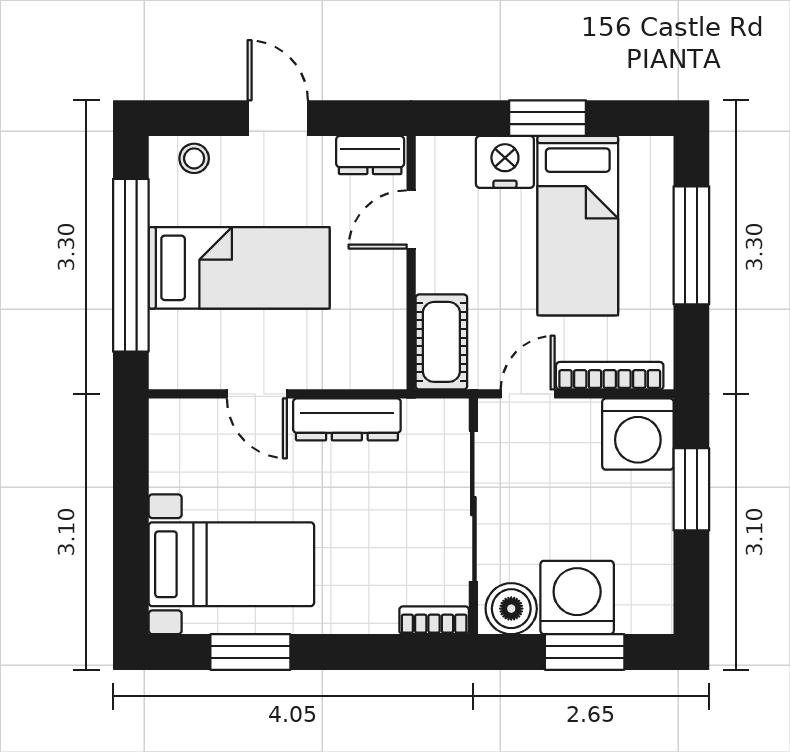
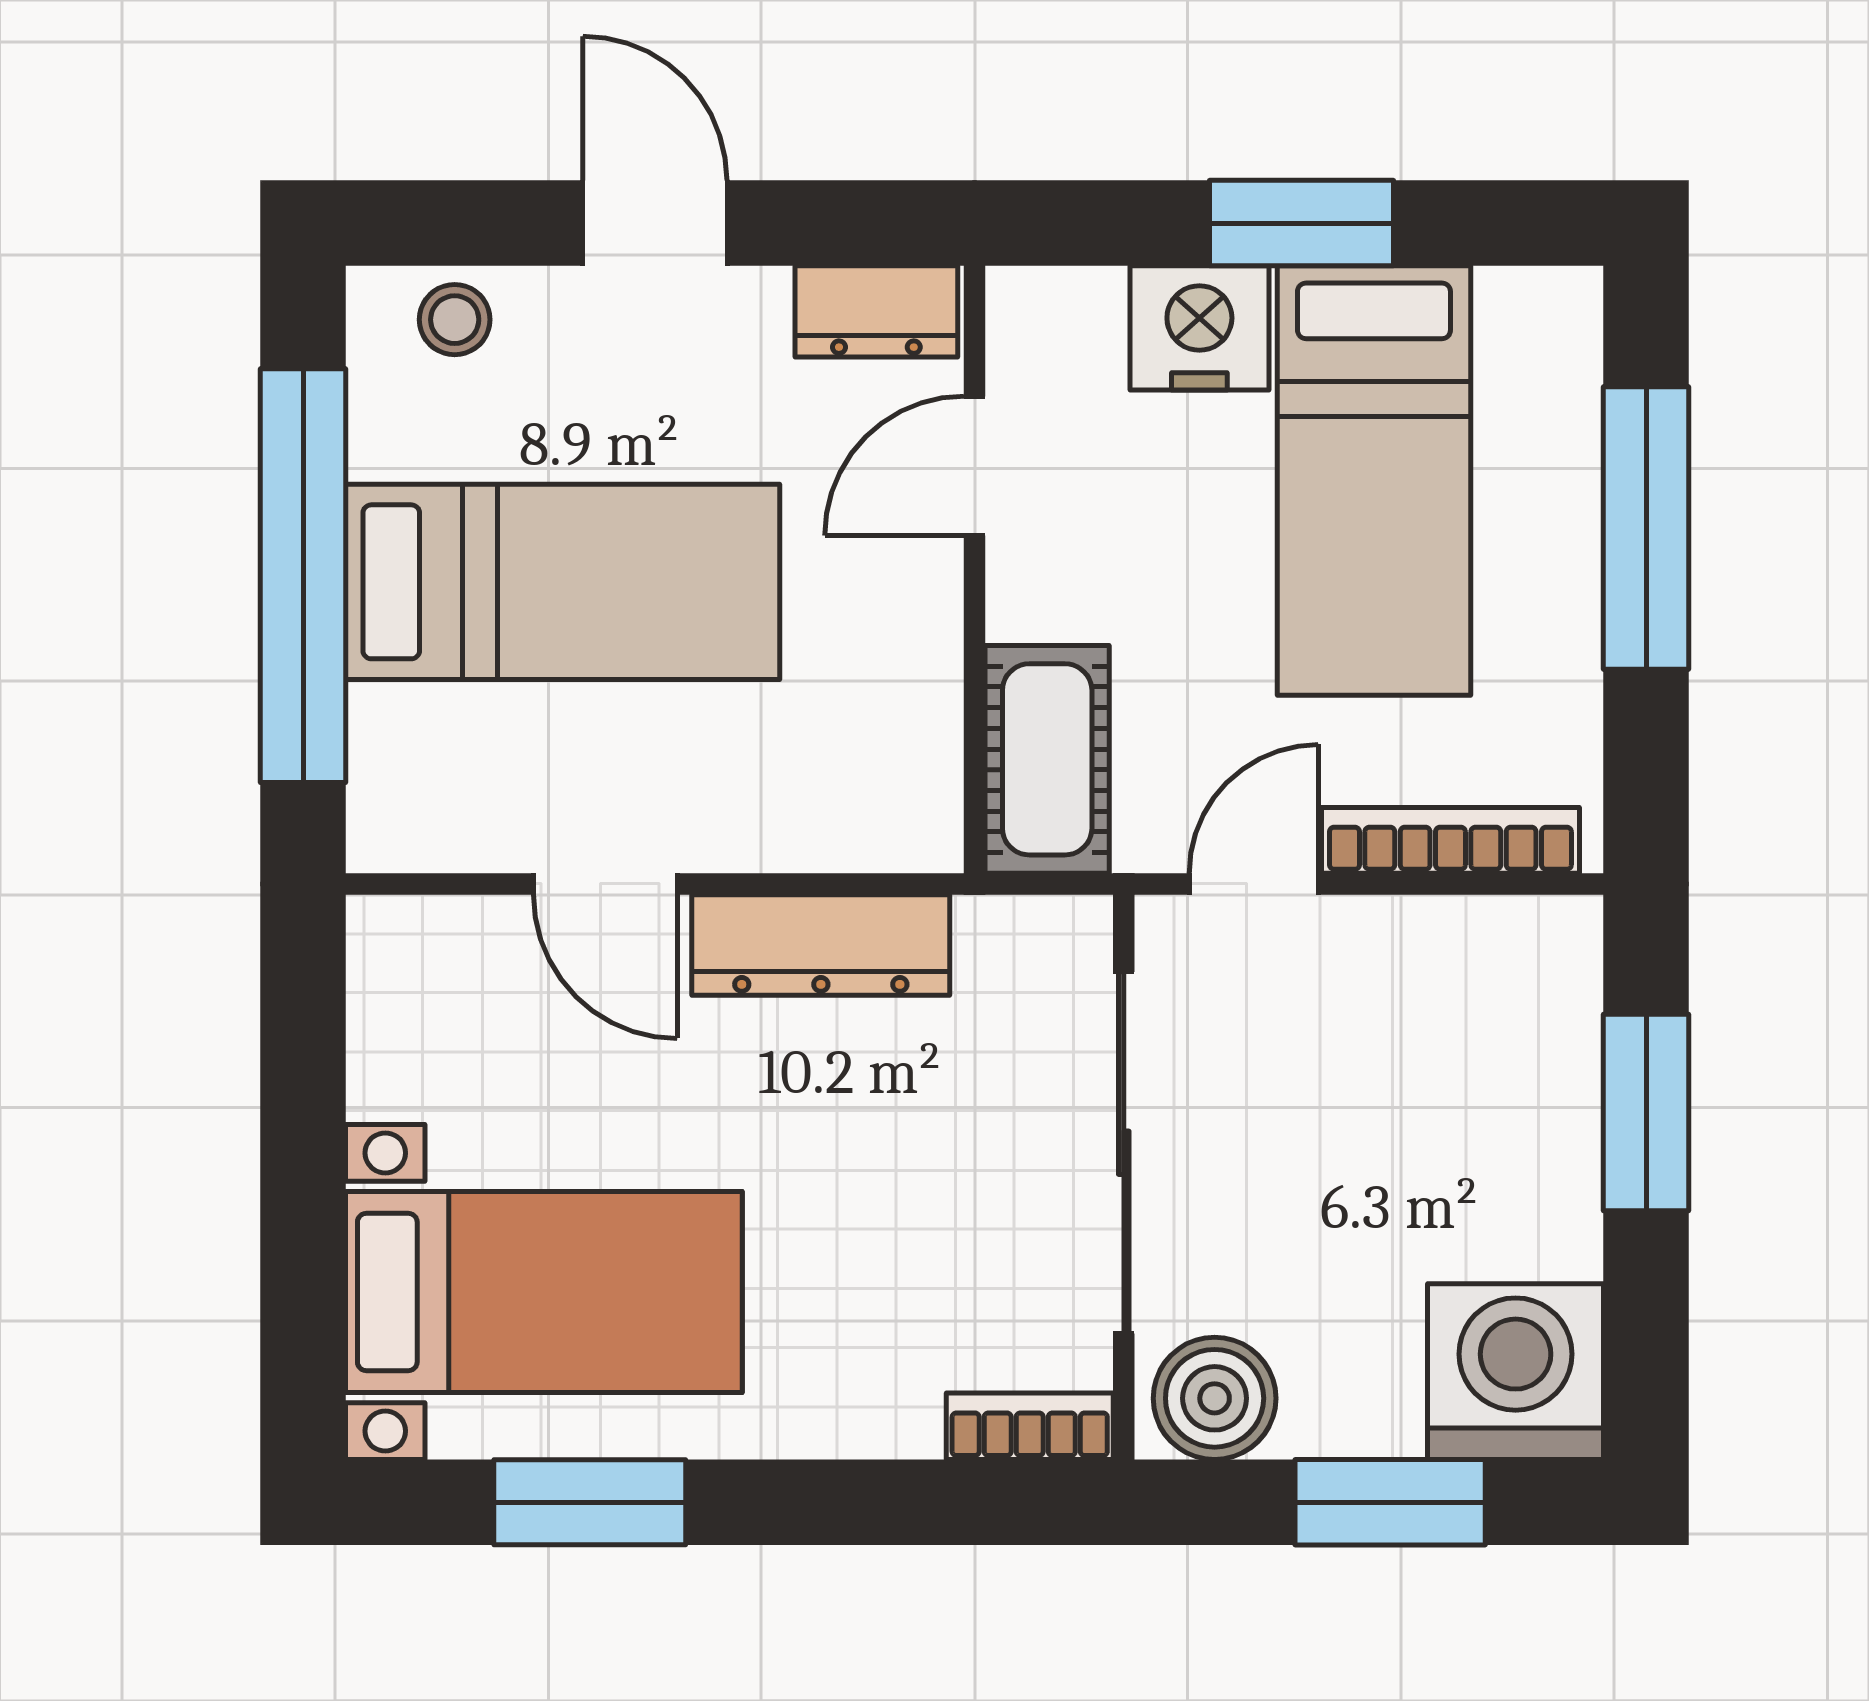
washing machine: (638, 434) -> (1518, 980), removed
washing machine: (577, 597) -> (1516, 1372), moved

